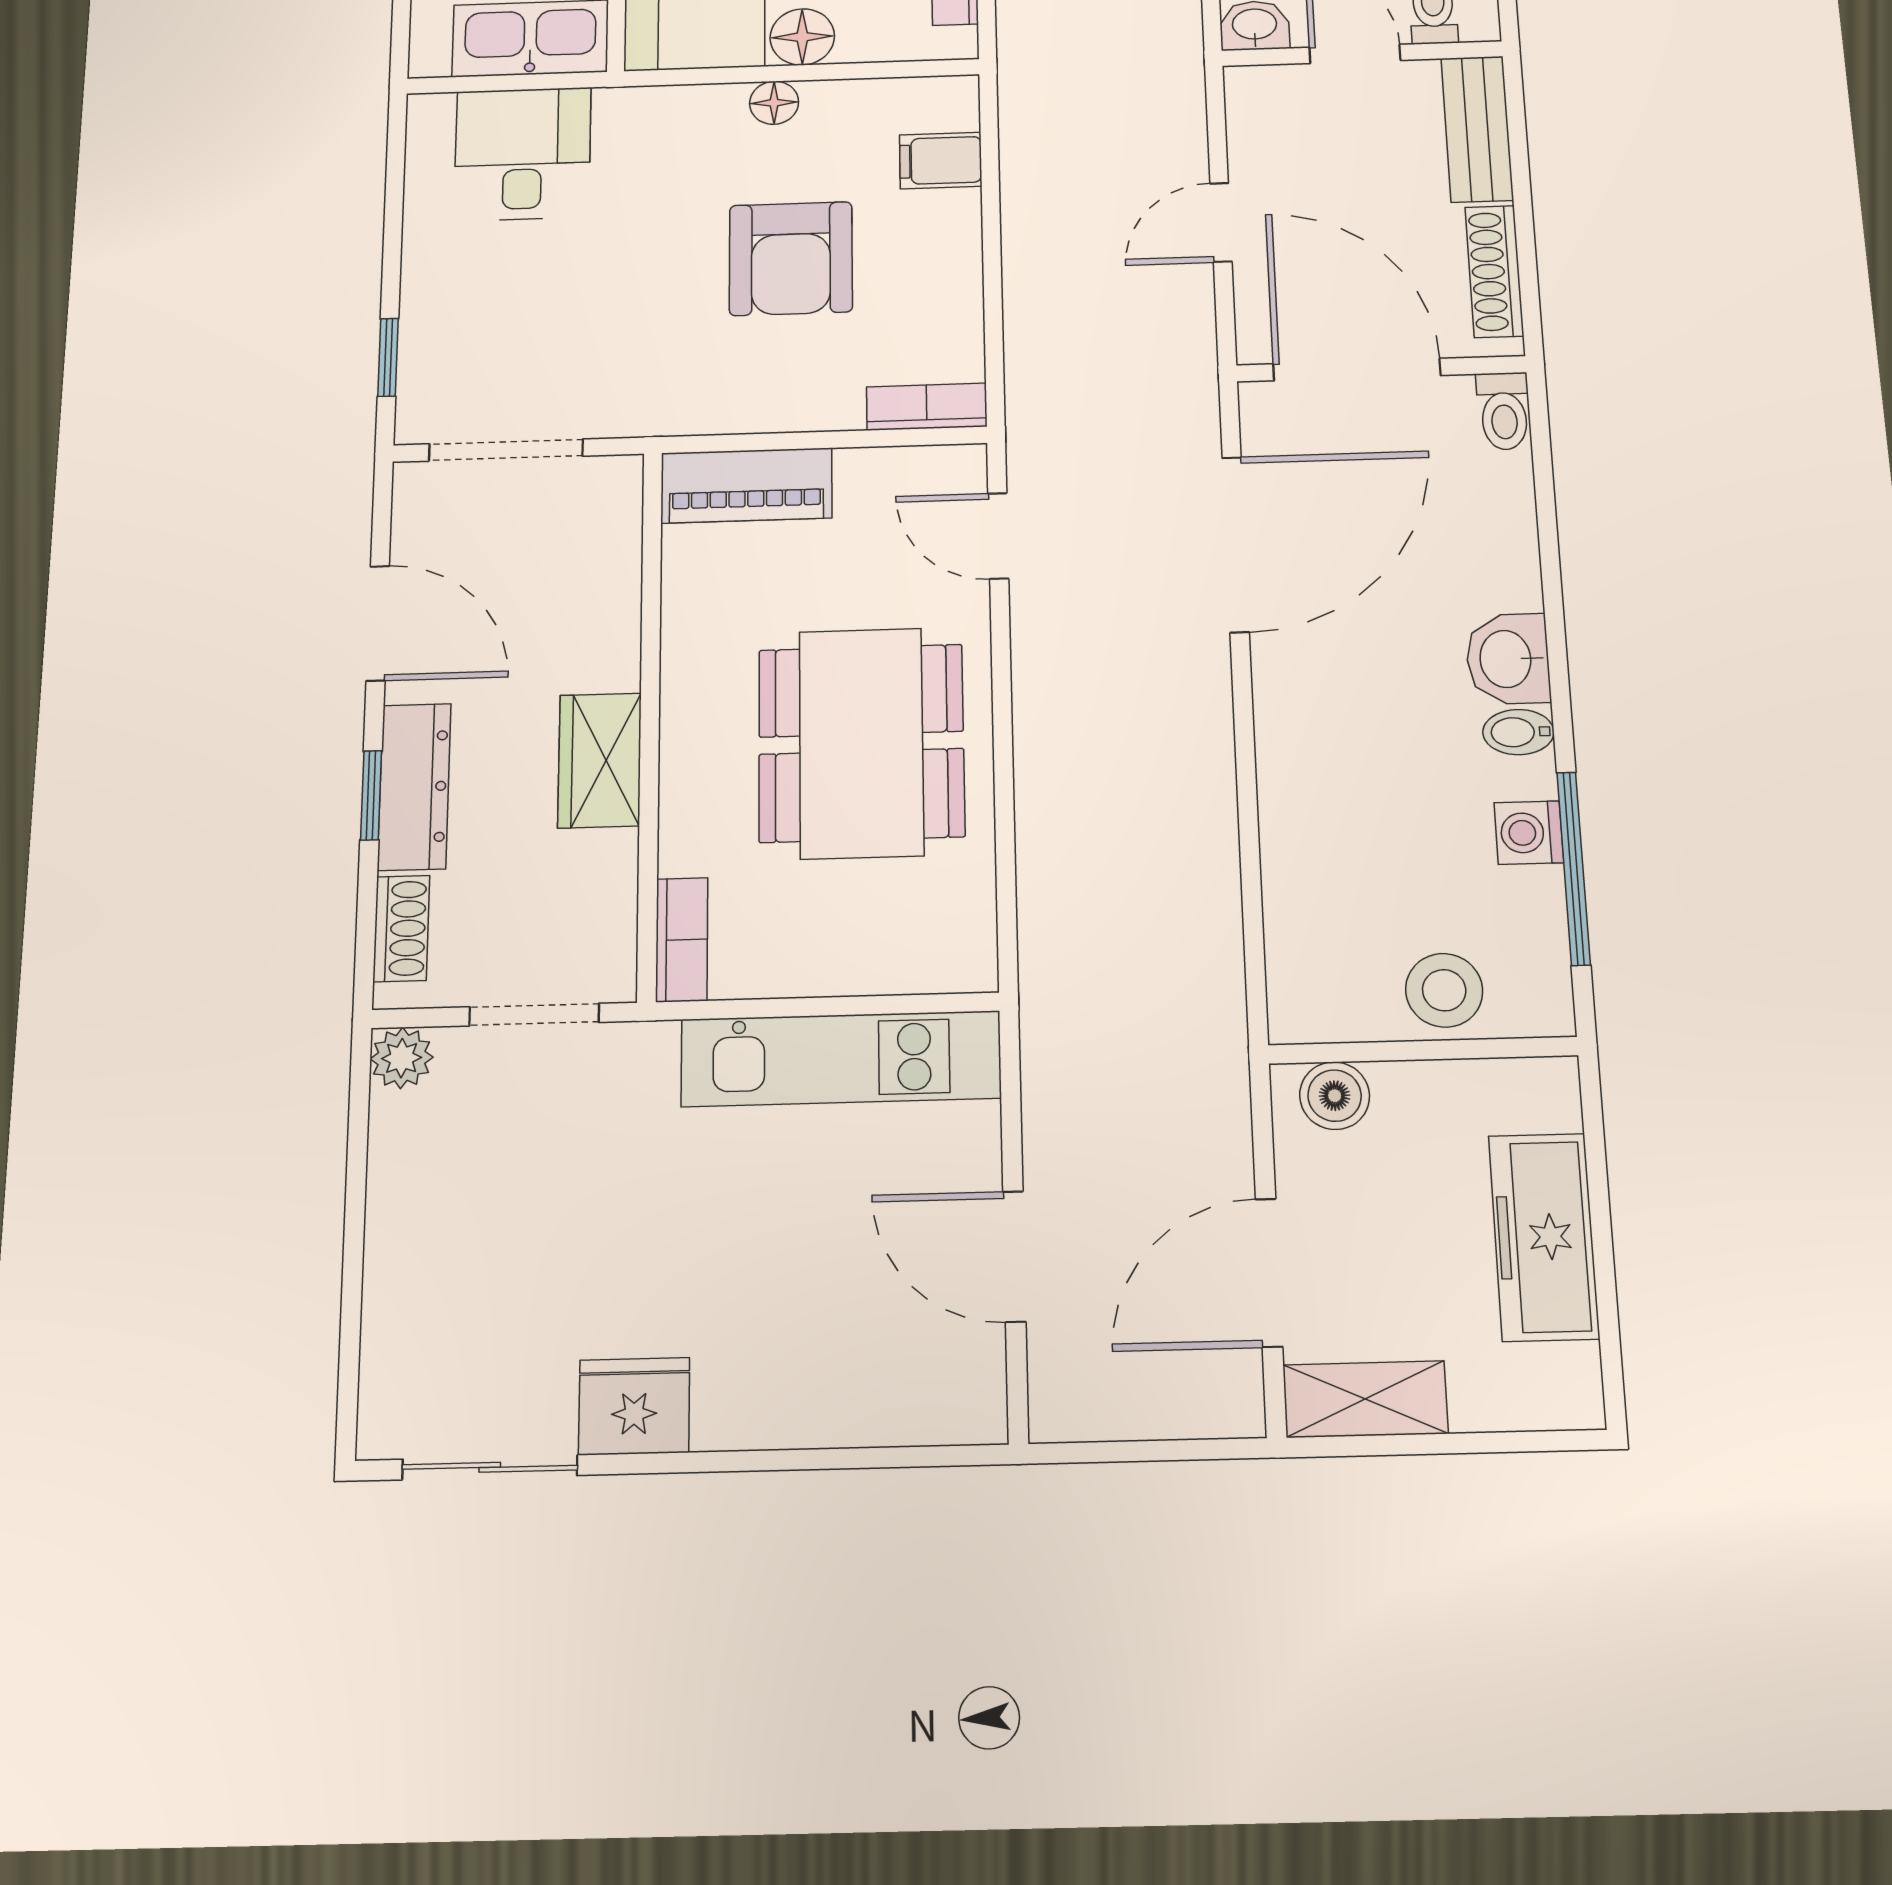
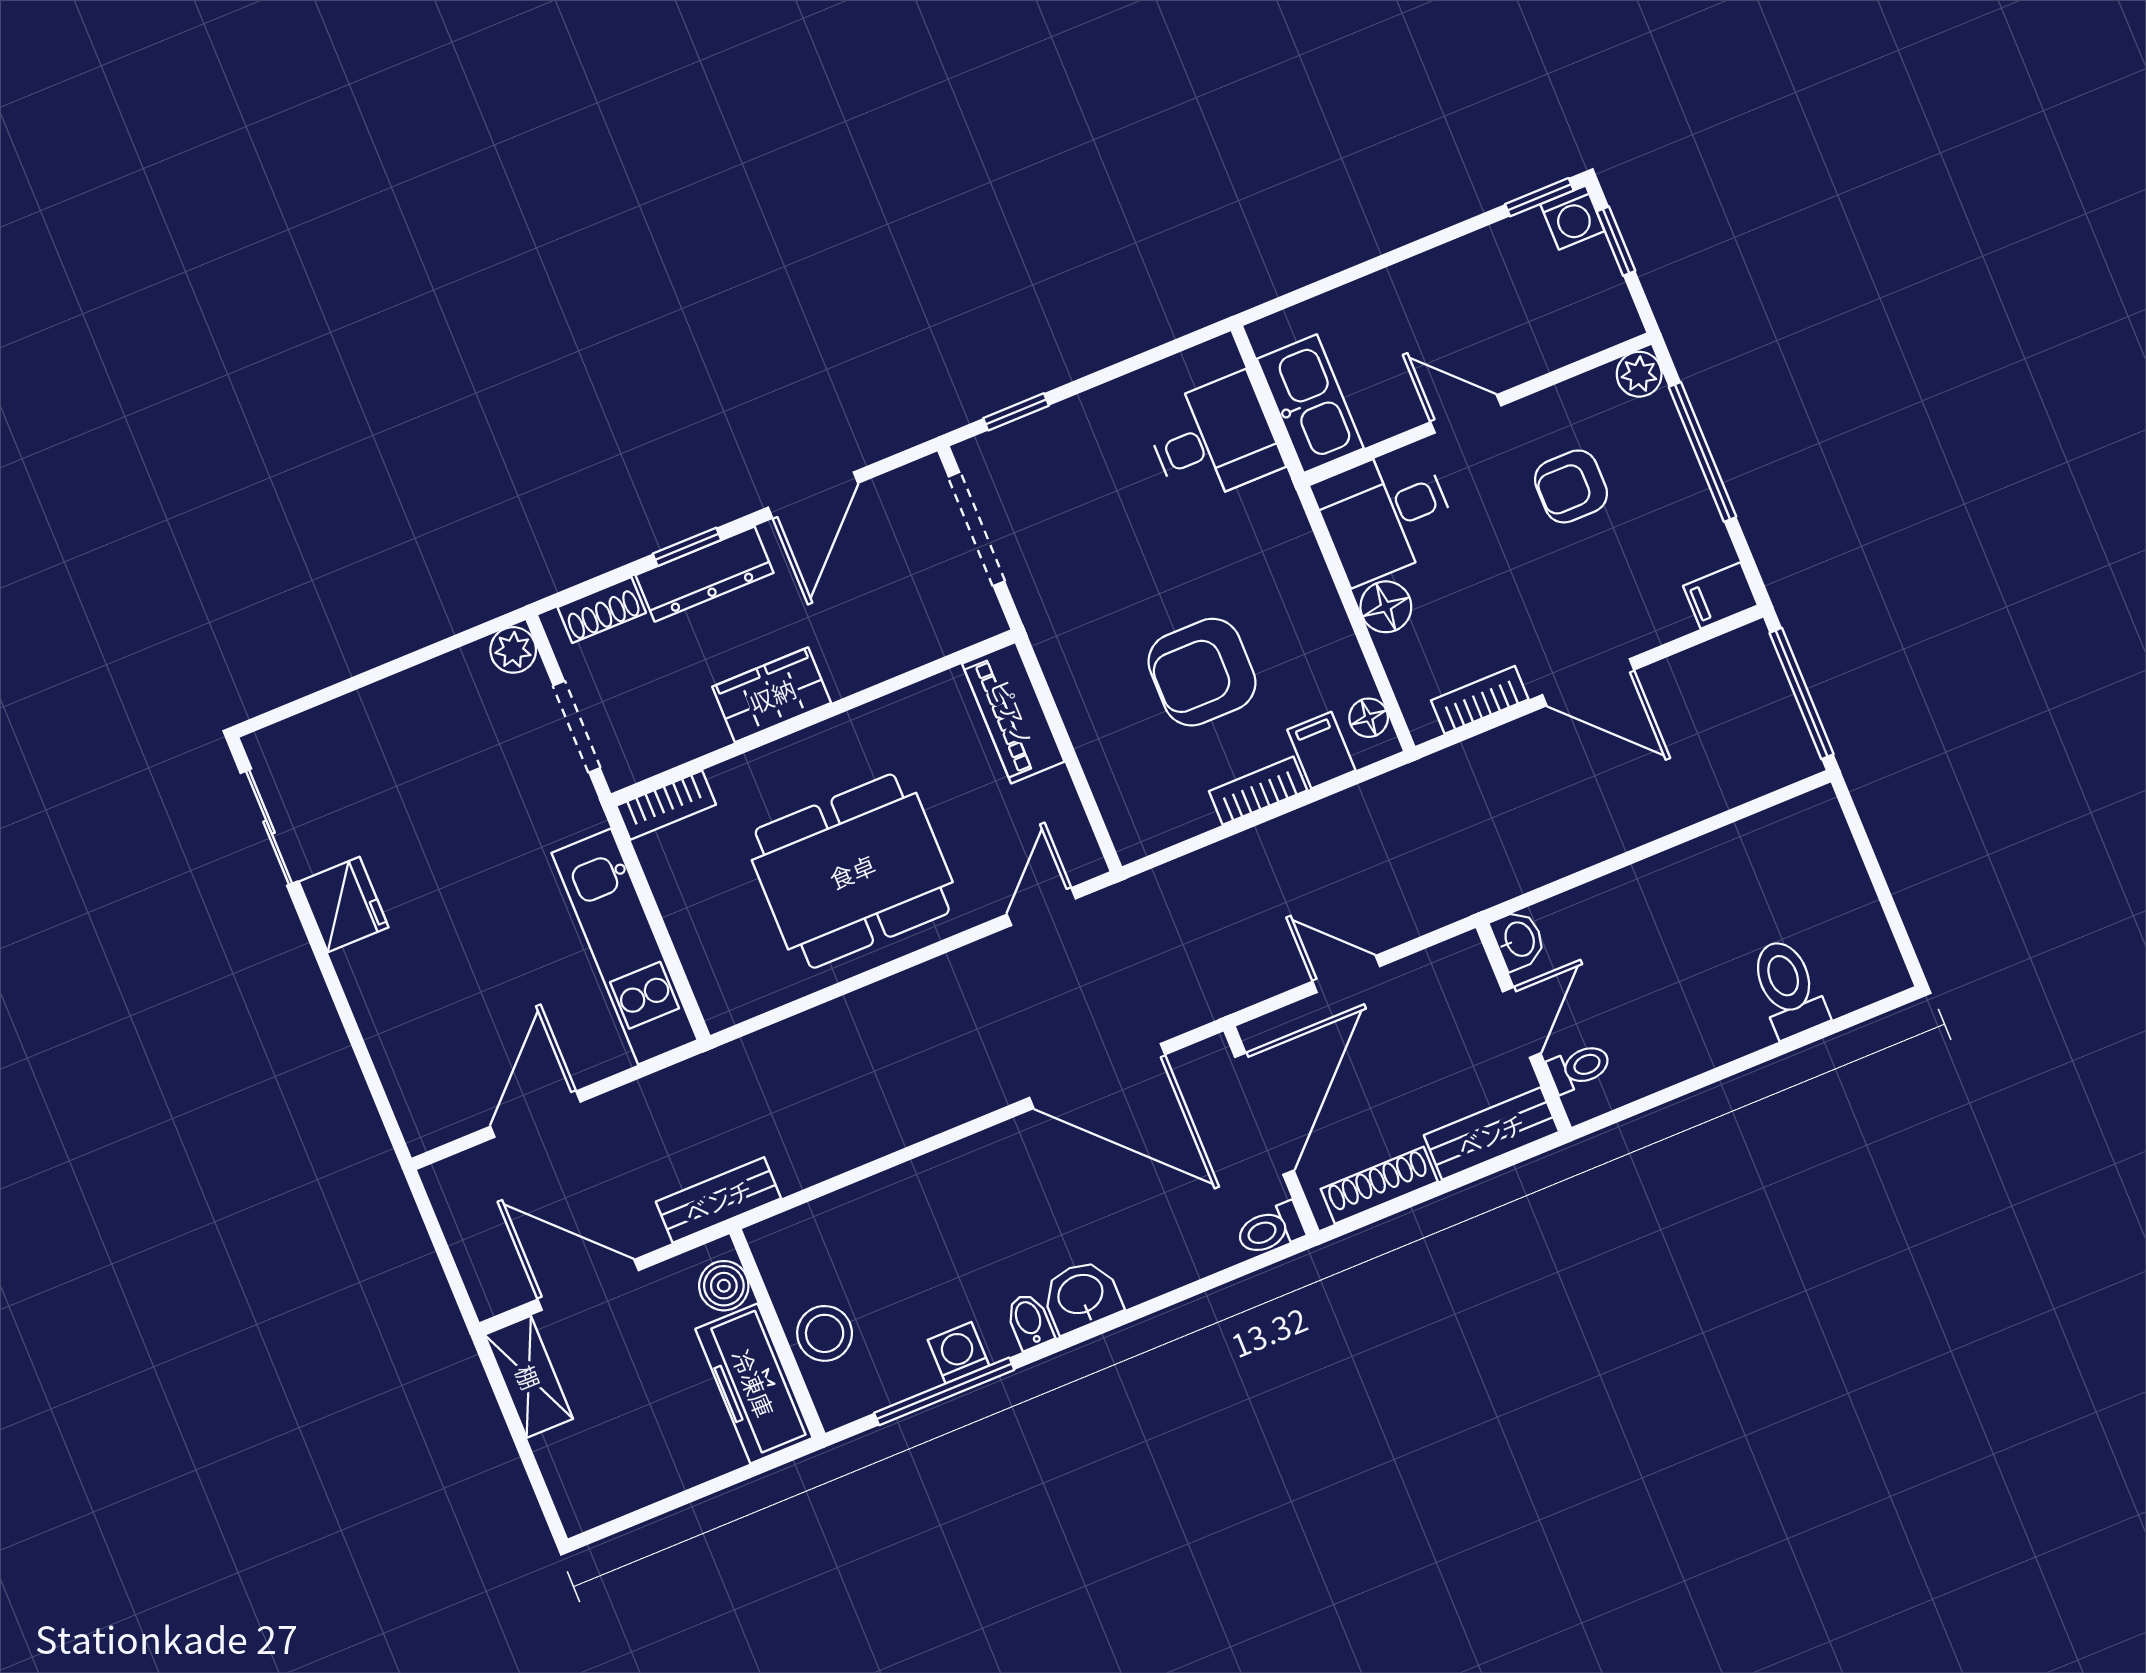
floor lamp: (774, 103) -> (1369, 718), moved
bookcase: (927, 407) -> (1258, 791), moved, turned -90
bench: (1219, 1061) -> (718, 1200), added
freezer: (1544, 1237) -> (754, 1383), moved, turned -90

